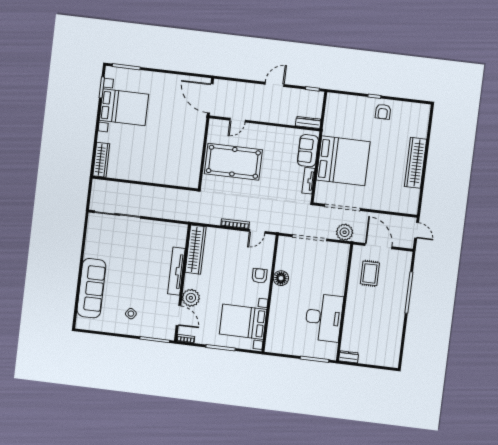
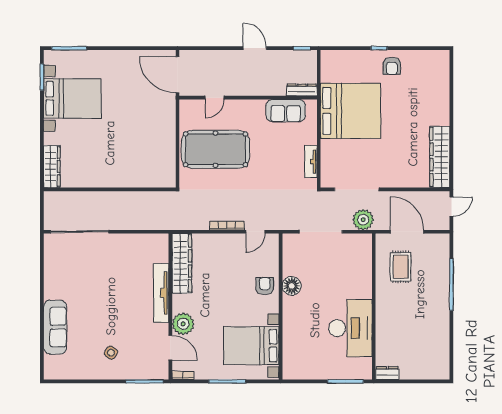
door: (275, 84) -> (255, 48), hinge flipped
sofa: (308, 151) -> (286, 111), moved, turned -90
bed: (343, 161) -> (351, 111), moved
wardrobe: (416, 163) -> (440, 157), moved
door: (417, 230) -> (451, 207), hinge flipped
sofa: (91, 288) -> (55, 327), width x0.74, depth x0.79

